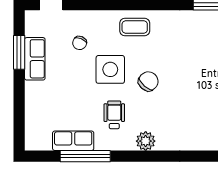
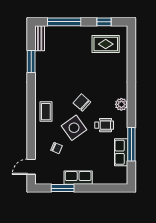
row of seats: (35, 59) -> (78, 178), moved
side table: (110, 69) -> (74, 128), turned -36
wheelchair: (114, 115) -> (104, 125), turned 180

